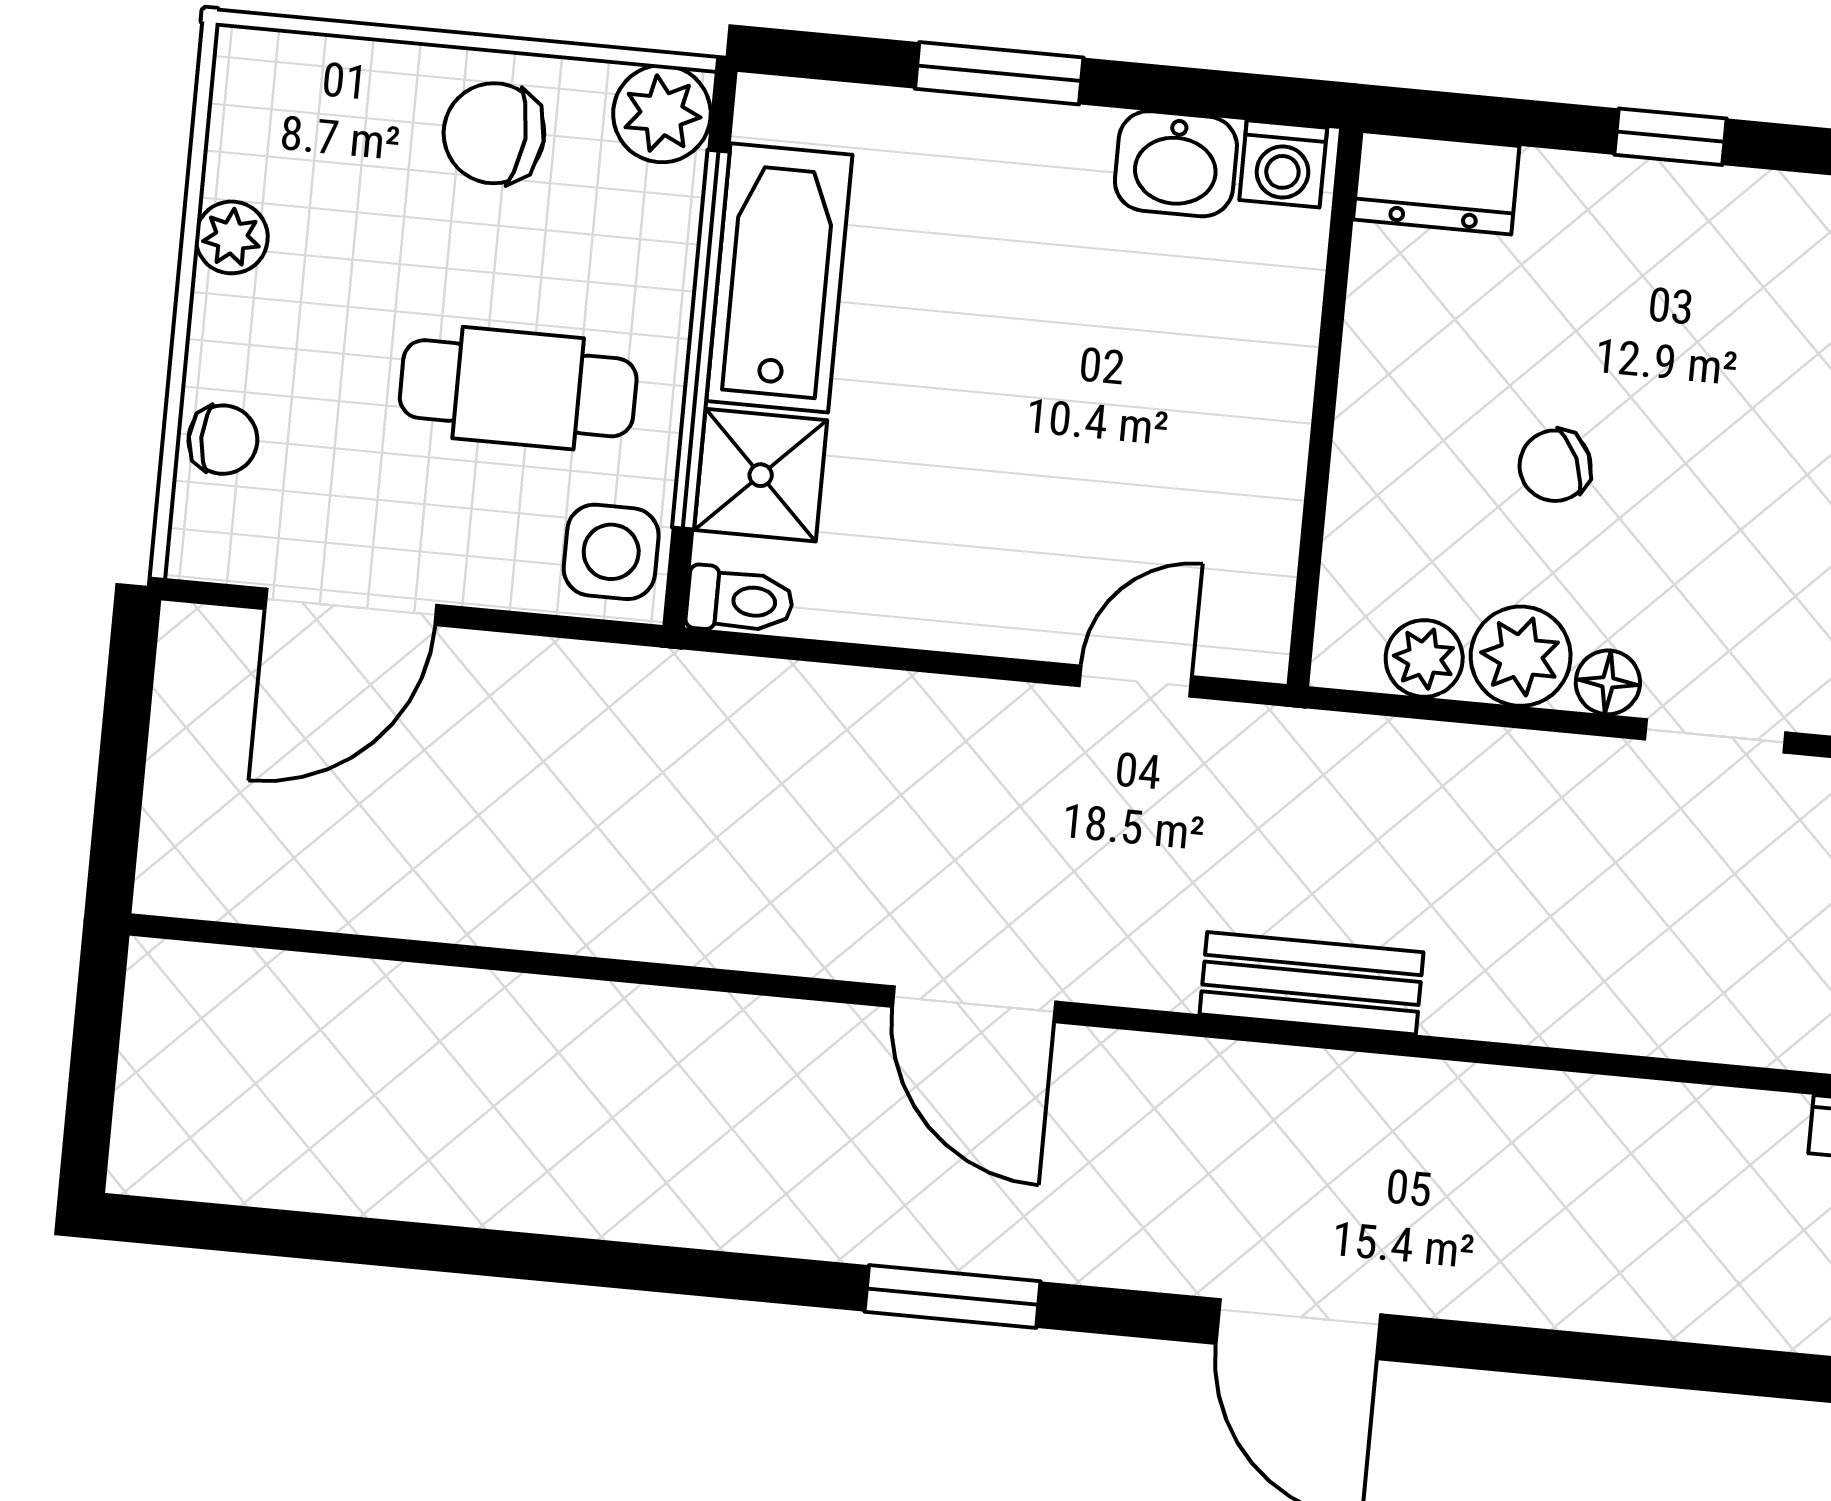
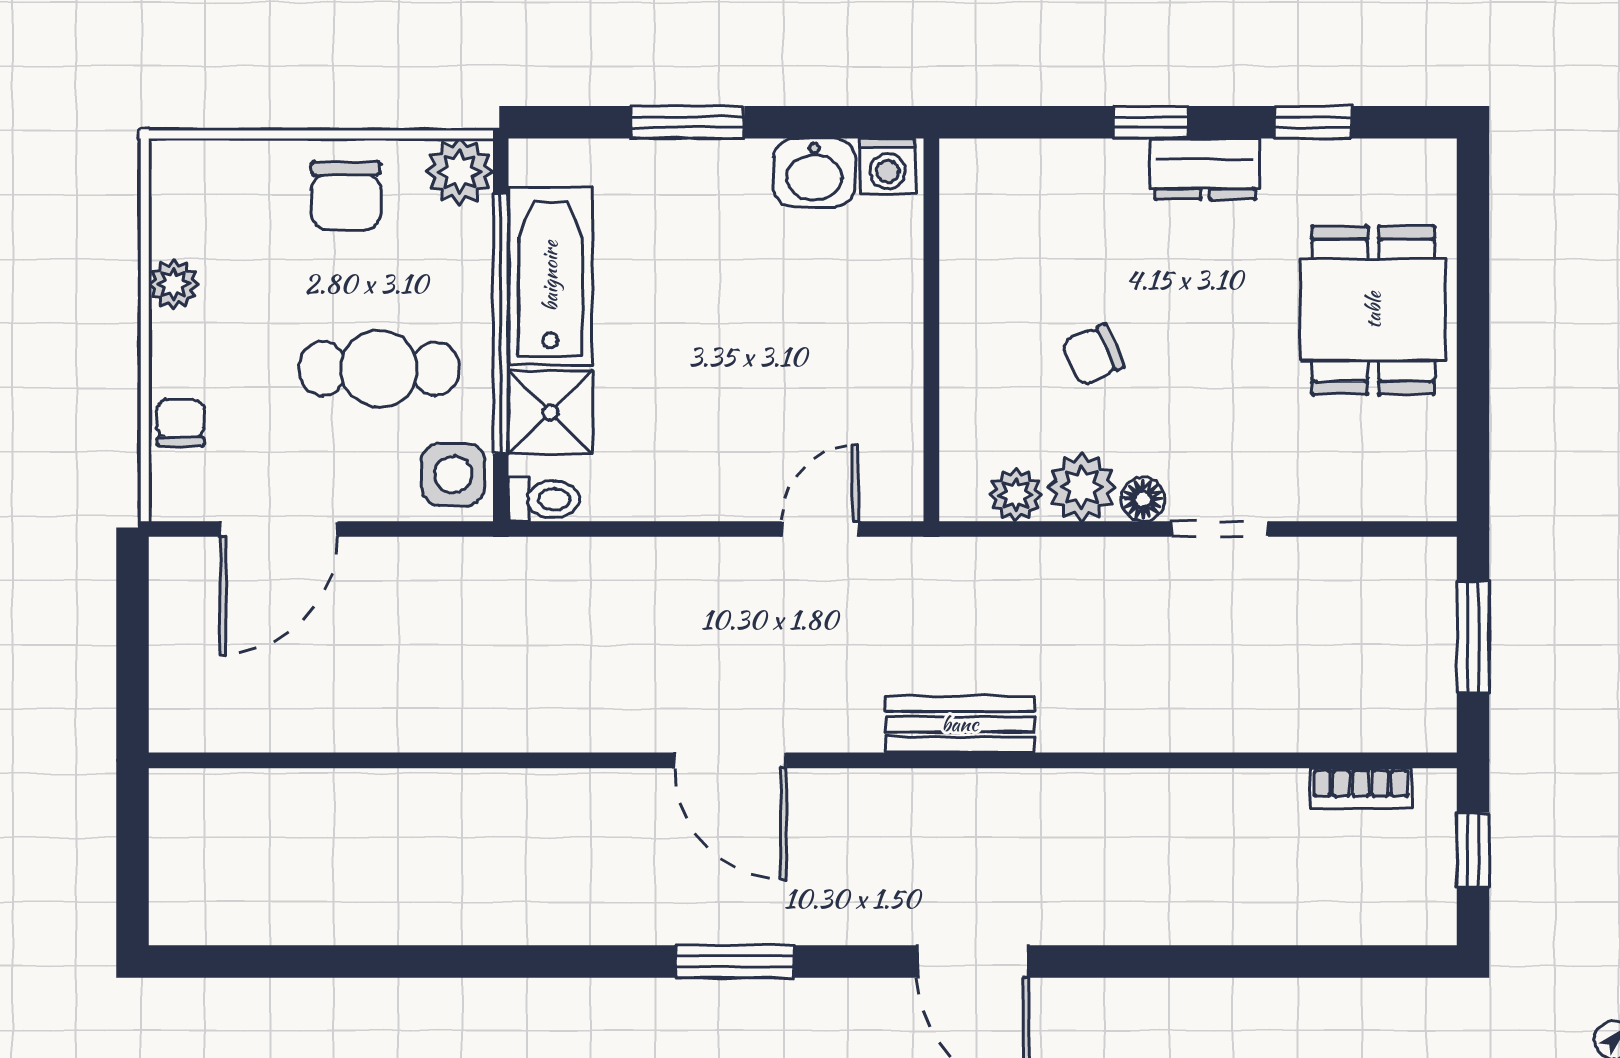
chair: (494, 133) -> (346, 196), turned -94
dresser: (1436, 183) -> (1205, 169), moved
chair: (223, 440) -> (181, 423), turned -90

